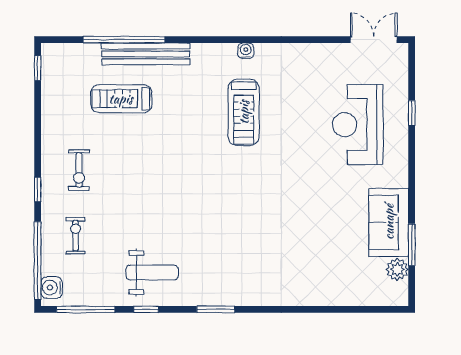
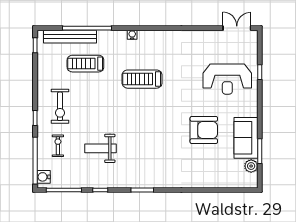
water cooler: (246, 51) -> (132, 35), moved
bench: (146, 54) -> (70, 37), moved
treadmill: (244, 112) -> (142, 79), moved, turned 90
reception desk: (358, 125) -> (227, 79), turned -90
exercise bike: (79, 170) -> (60, 106), width x1.38, depth x1.39
armchair: (319, 209) -> (204, 130), added
weight bench: (152, 273) -> (100, 148), moved, turned 180

